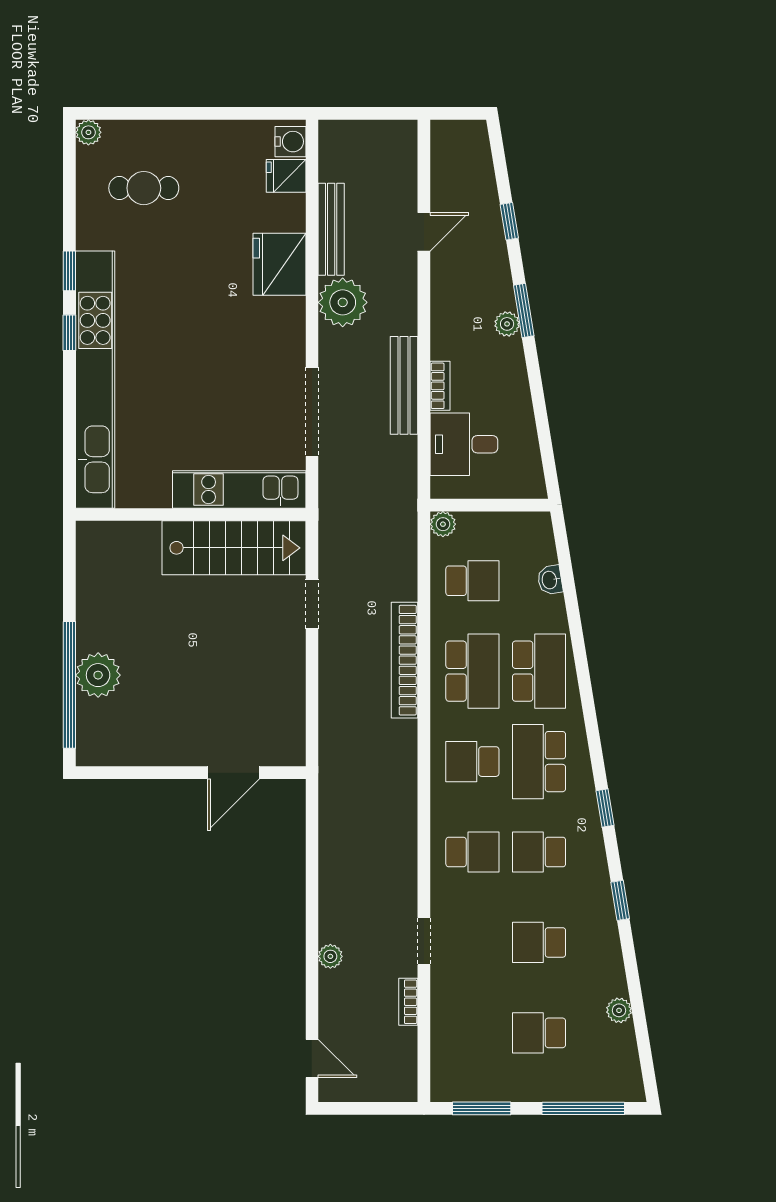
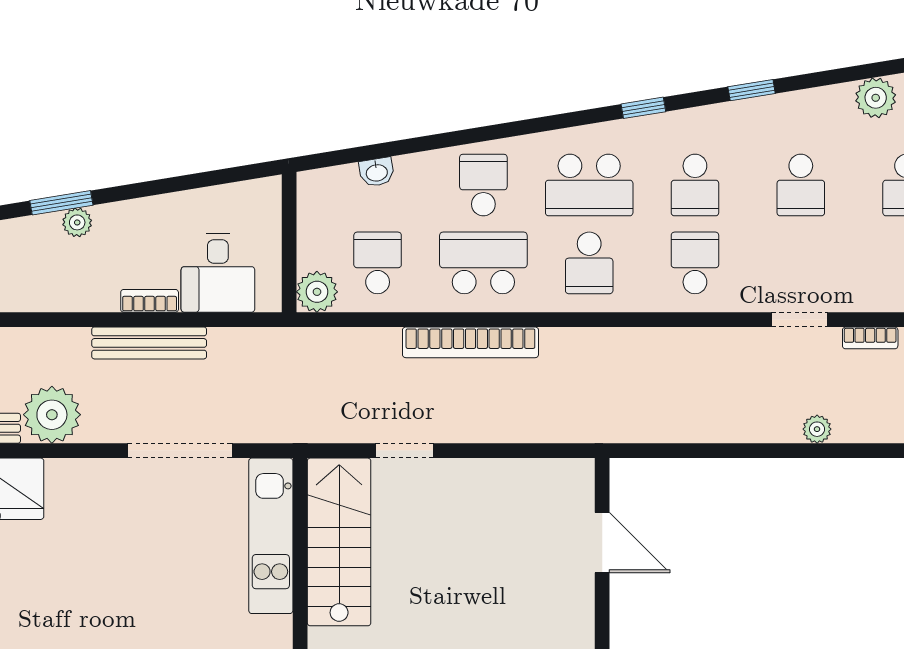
plant: (443, 524) -> (317, 292), width x1.38, depth x1.38
school desk: (539, 671) -> (483, 185), width x0.54
plant: (619, 1010) -> (876, 98), width x1.38, depth x1.38

